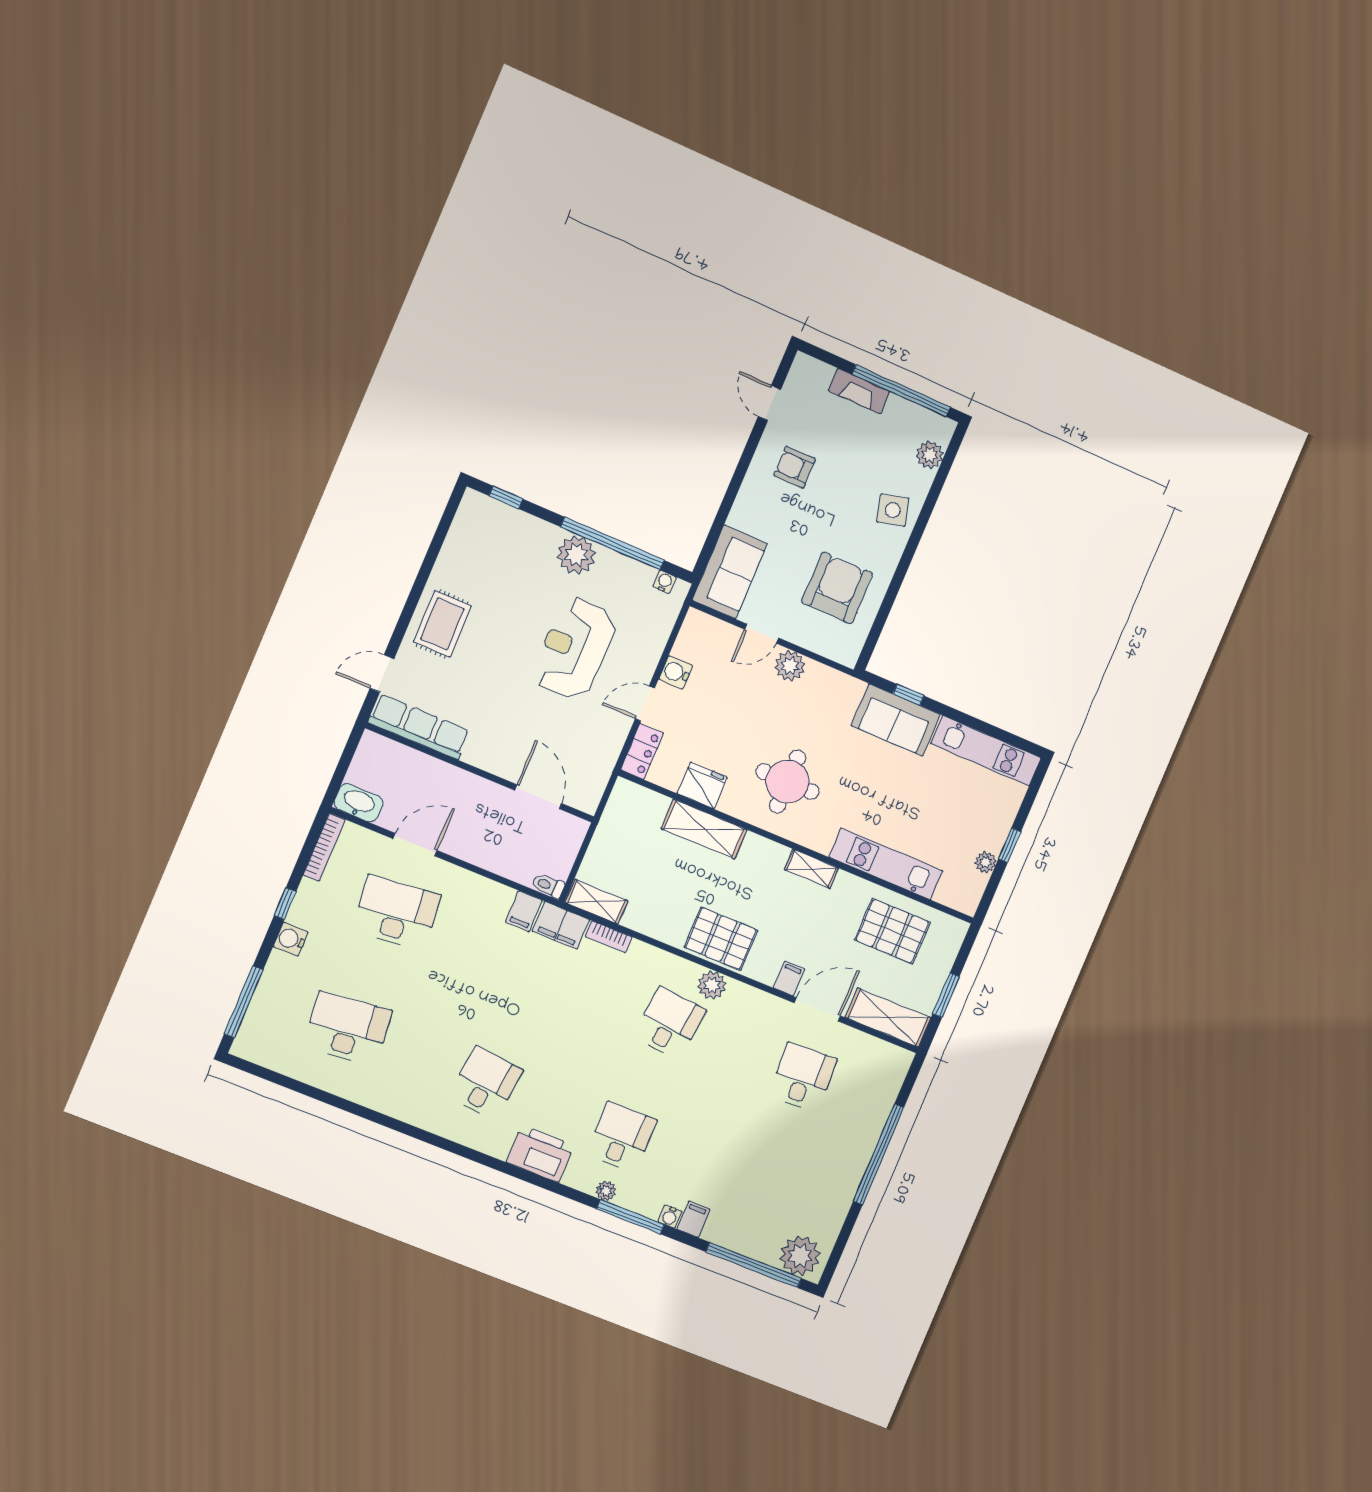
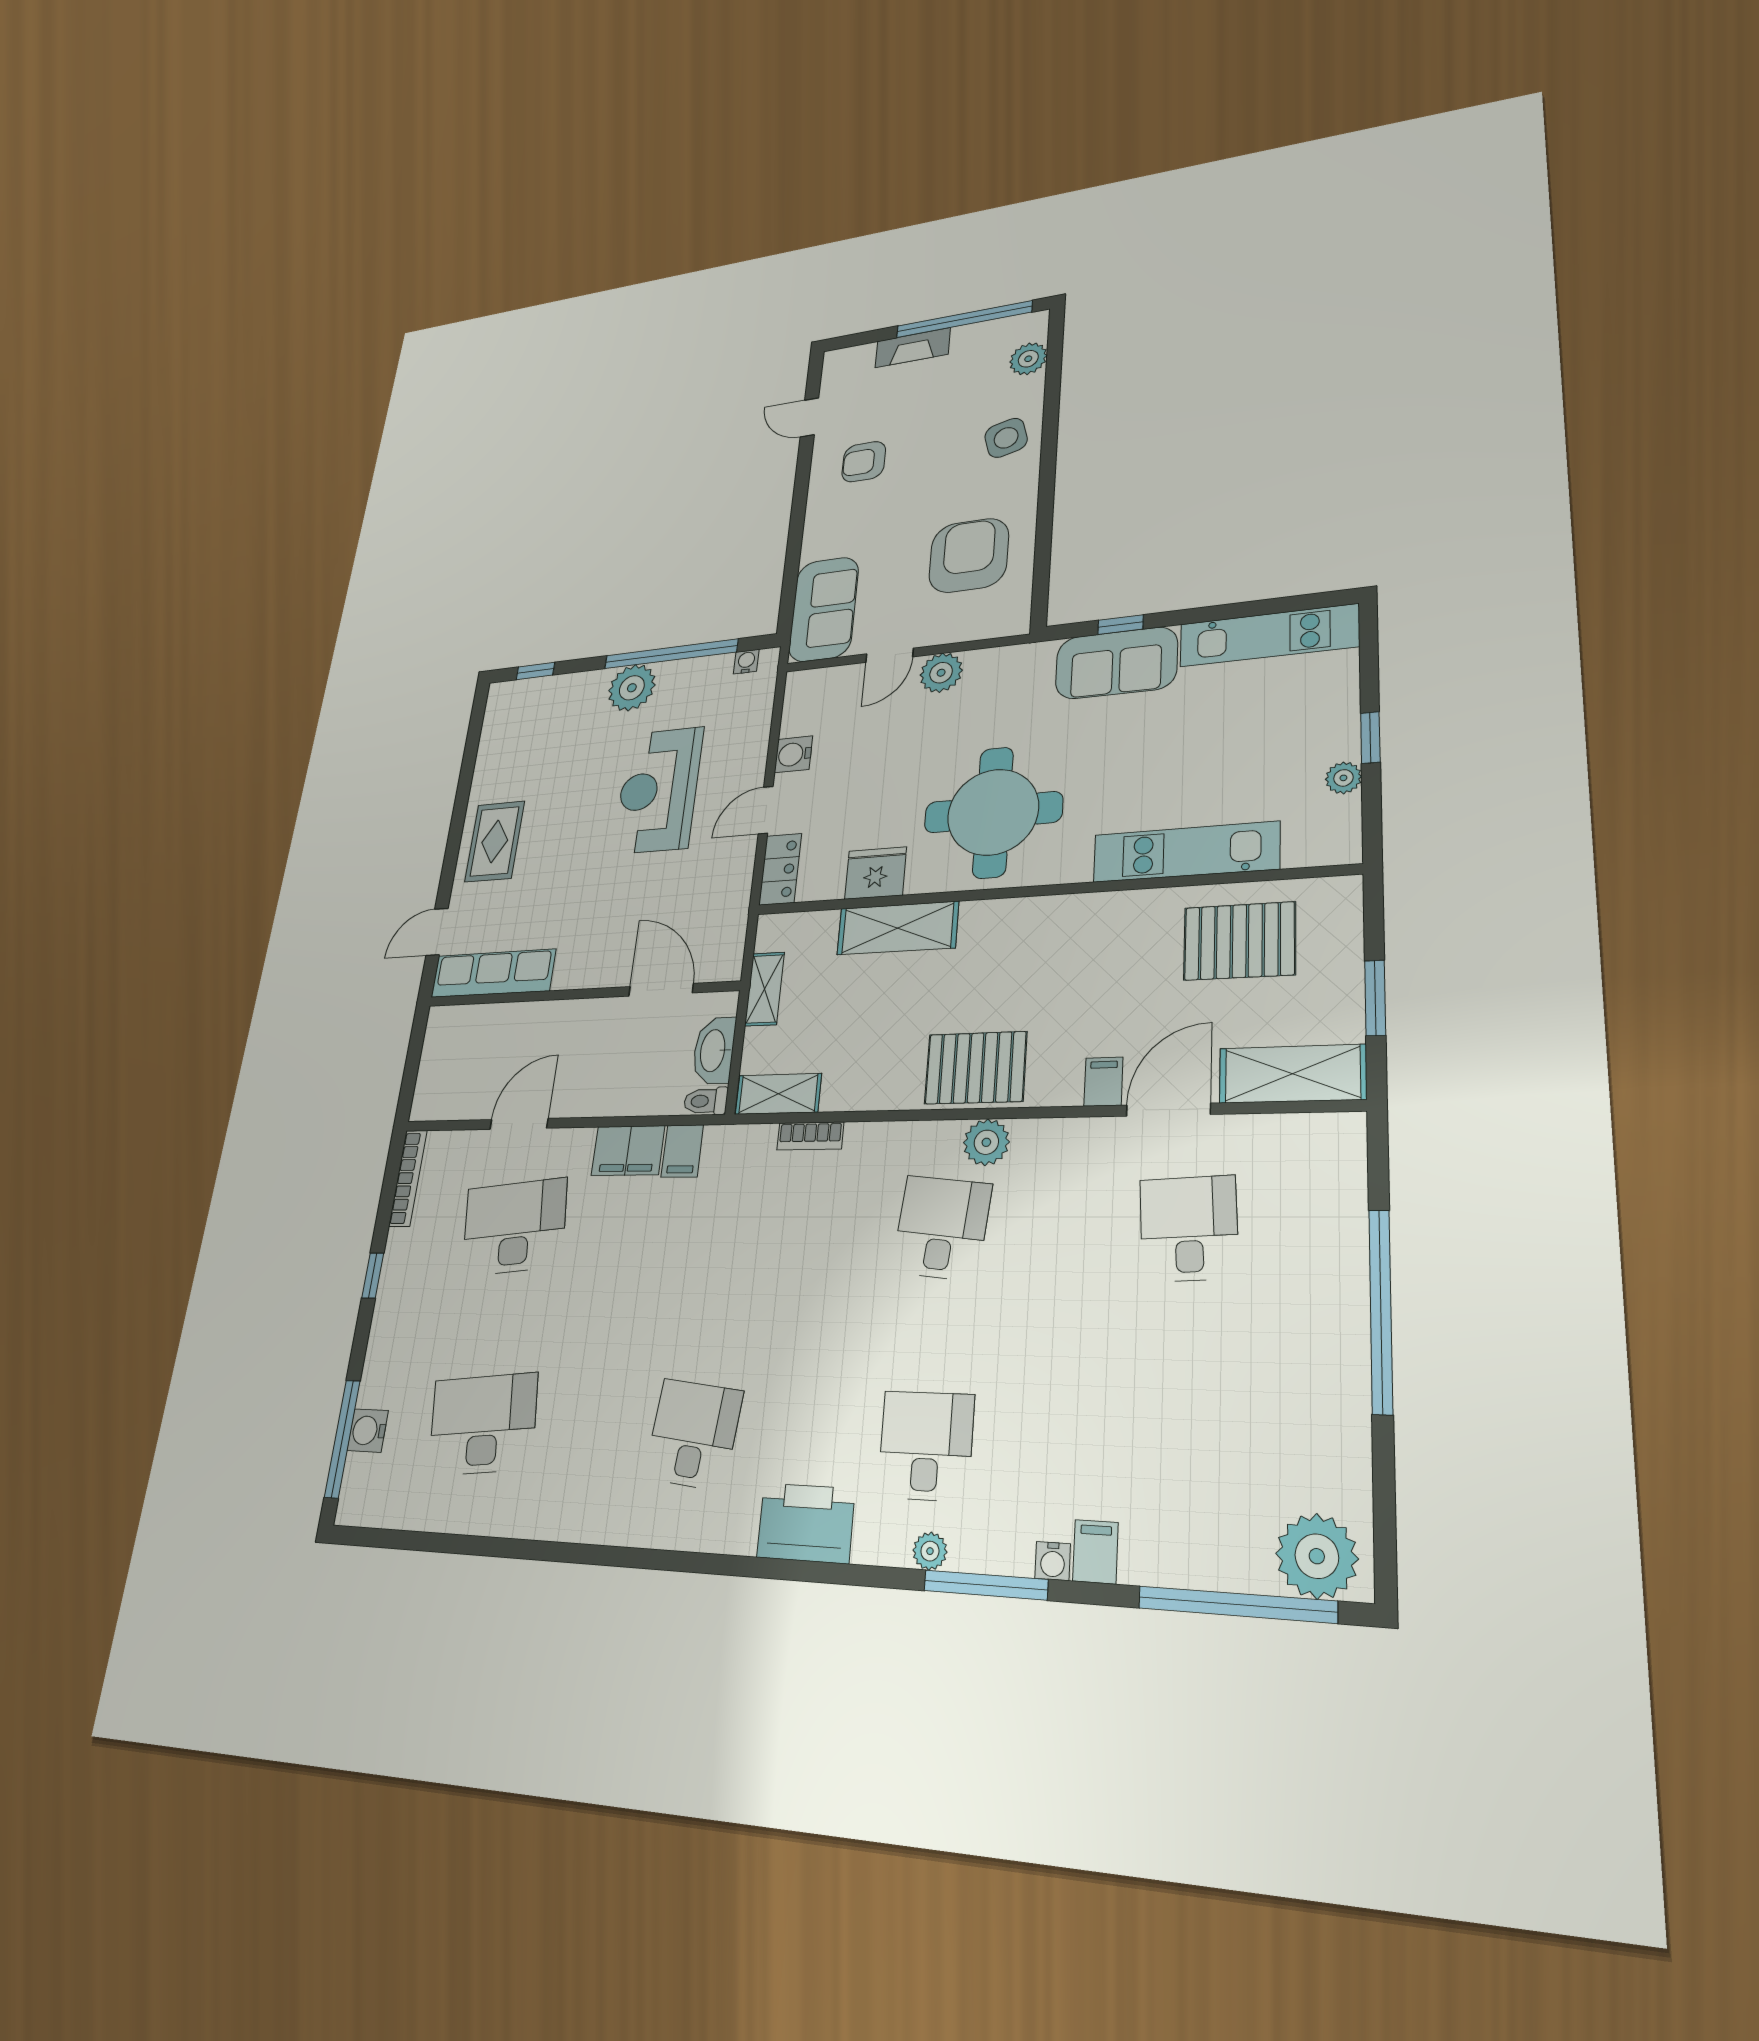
round table: (788, 782) -> (993, 812), width x1.36, depth x1.36
washbasin: (359, 803) -> (714, 1051), moved, turned -90
shelving: (811, 869) -> (765, 989), moved, turned 90
filing cabinet: (561, 925) -> (628, 1151), moved
water cooler: (291, 939) -> (368, 1431), moved

